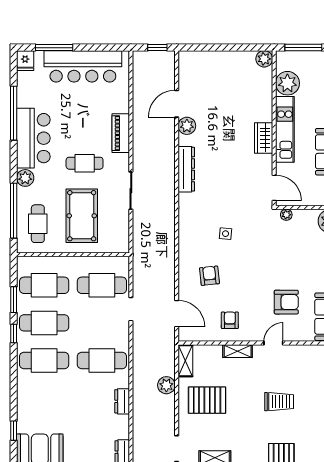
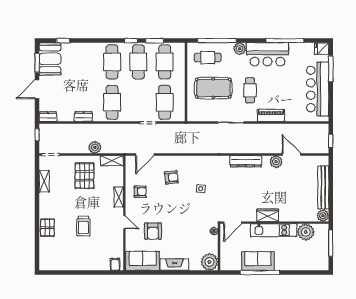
bench: (224, 58) -> (323, 187), added

